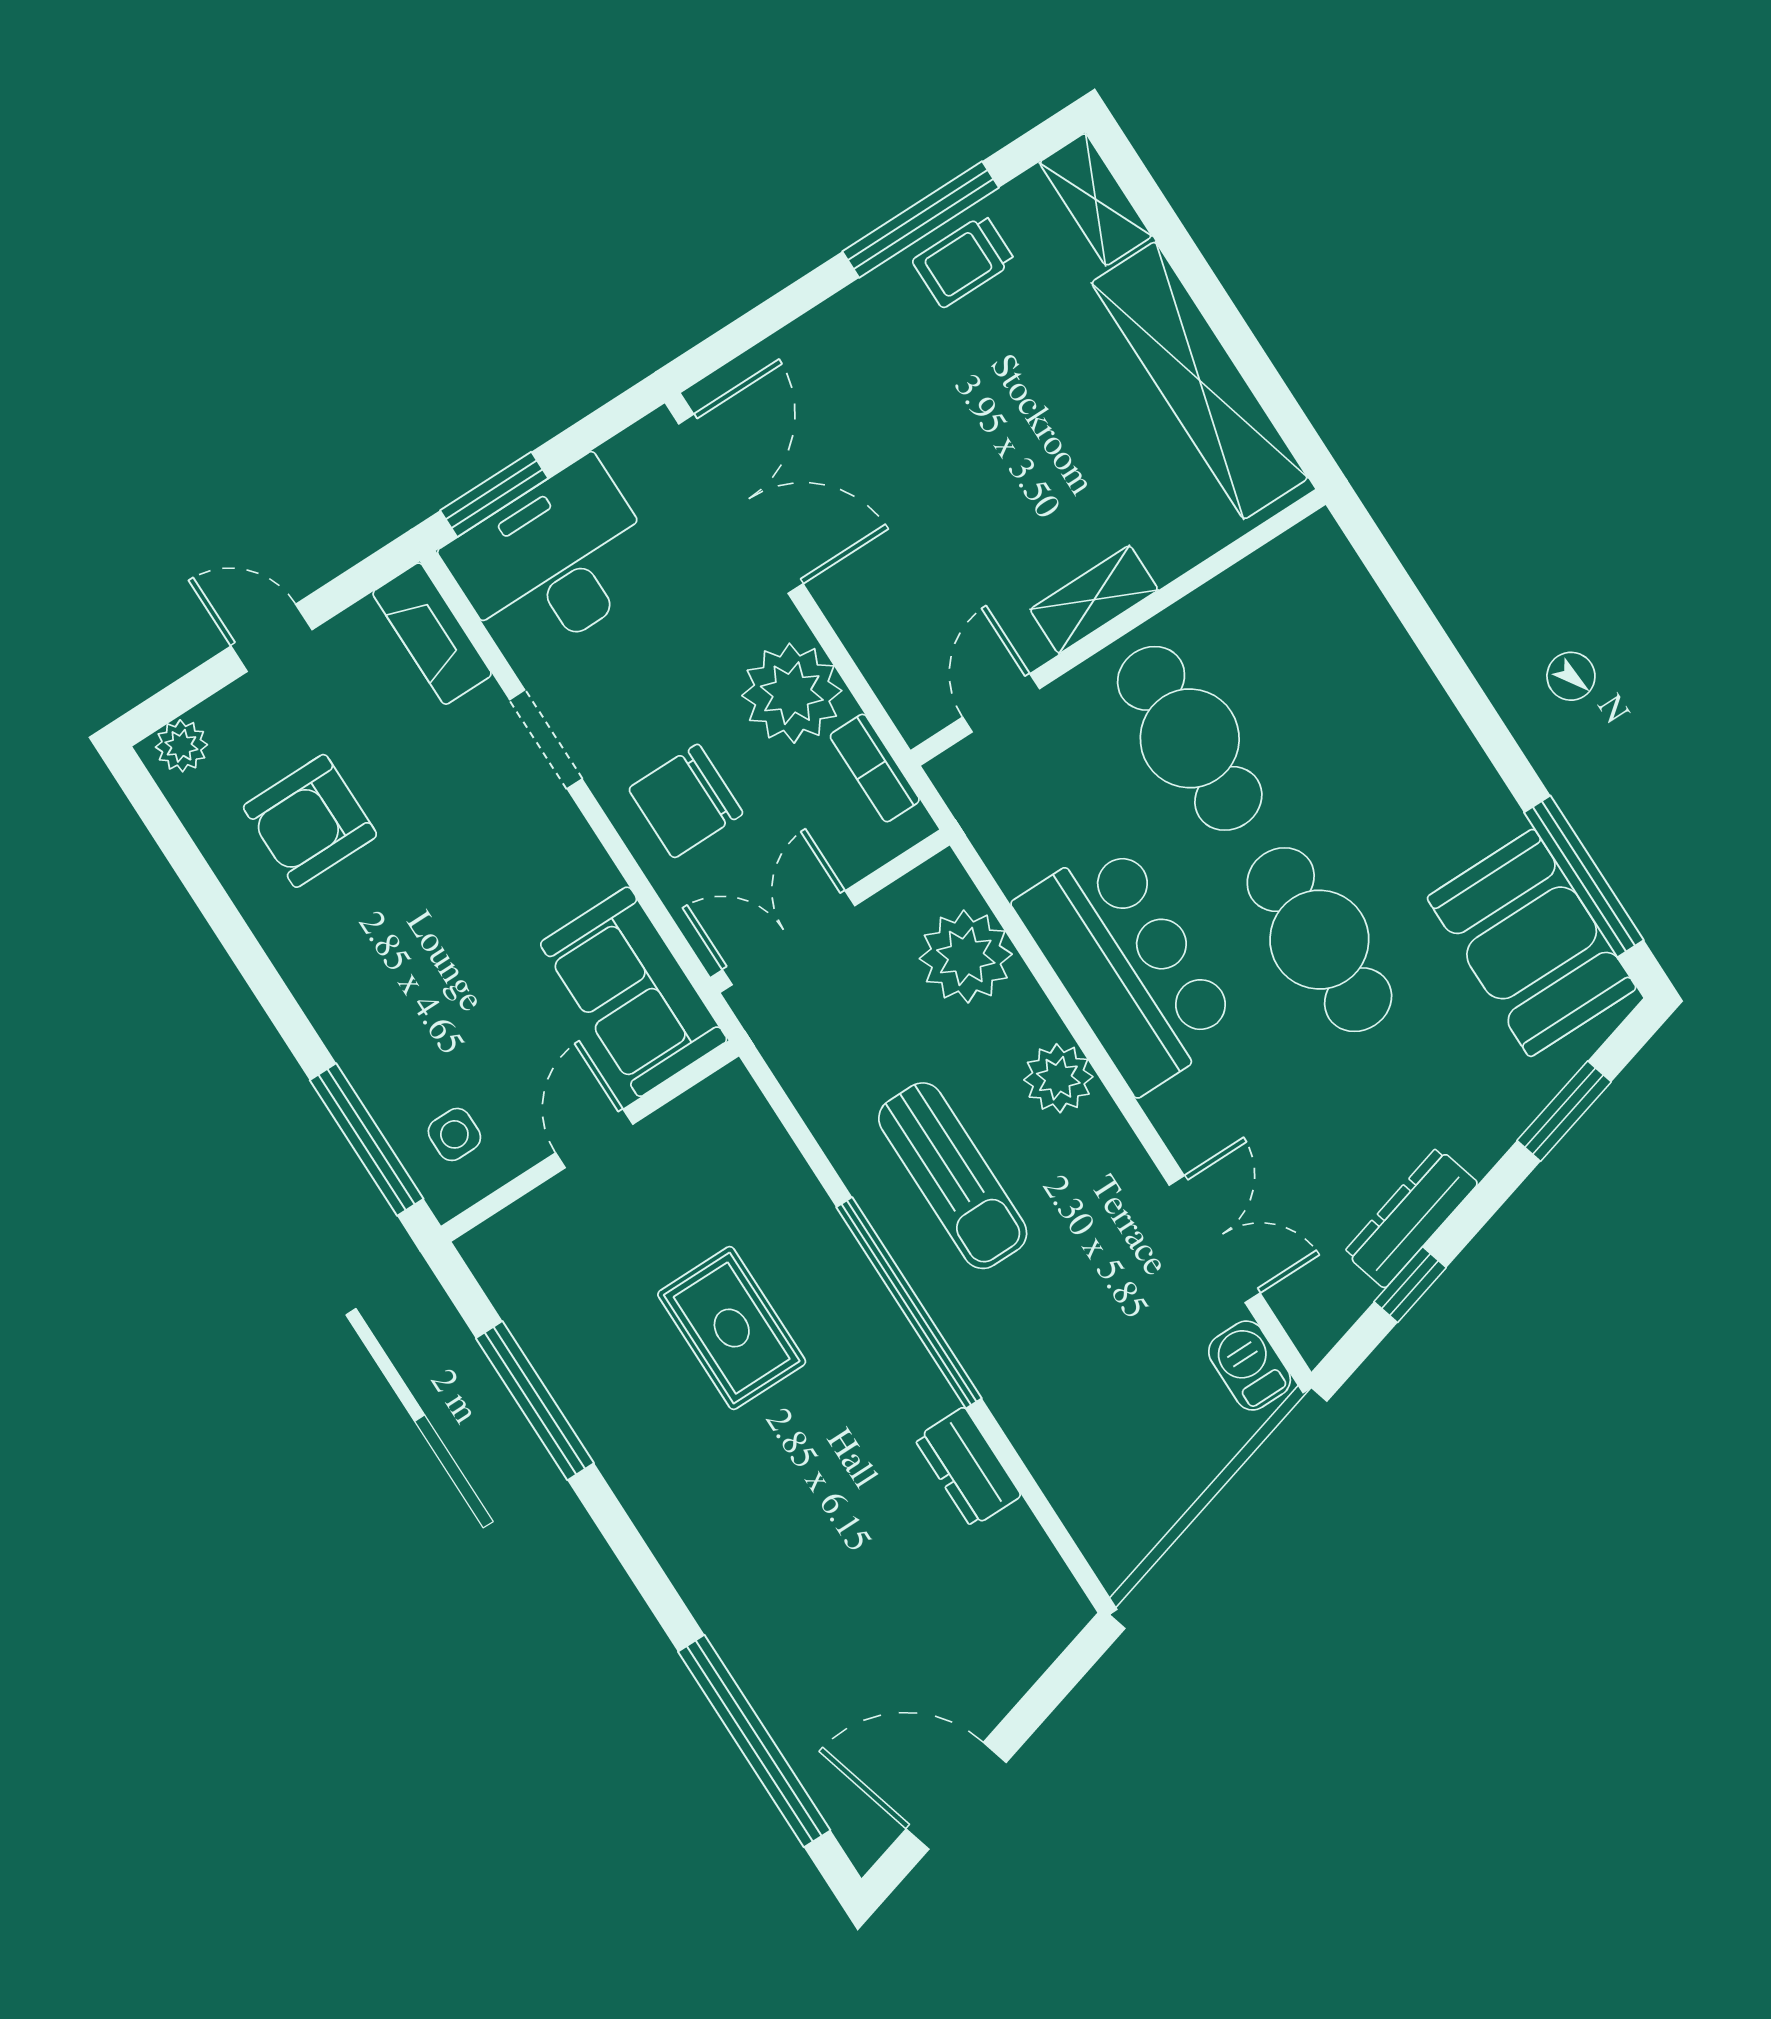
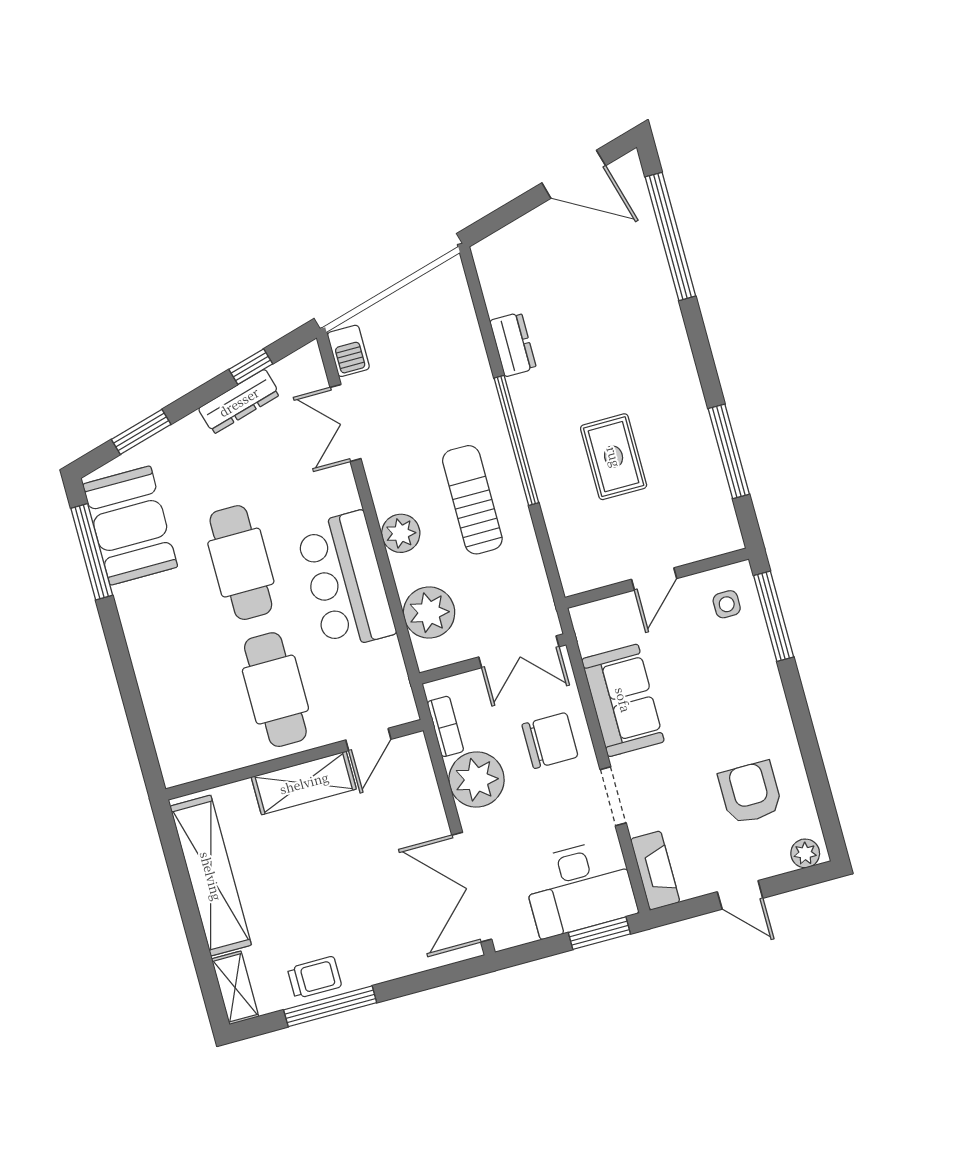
shelving: (1094, 600) -> (304, 783), width x1.50, depth x1.33
armchair: (310, 821) -> (750, 793), turned -90
sofa: (634, 992) -> (623, 700), moved

